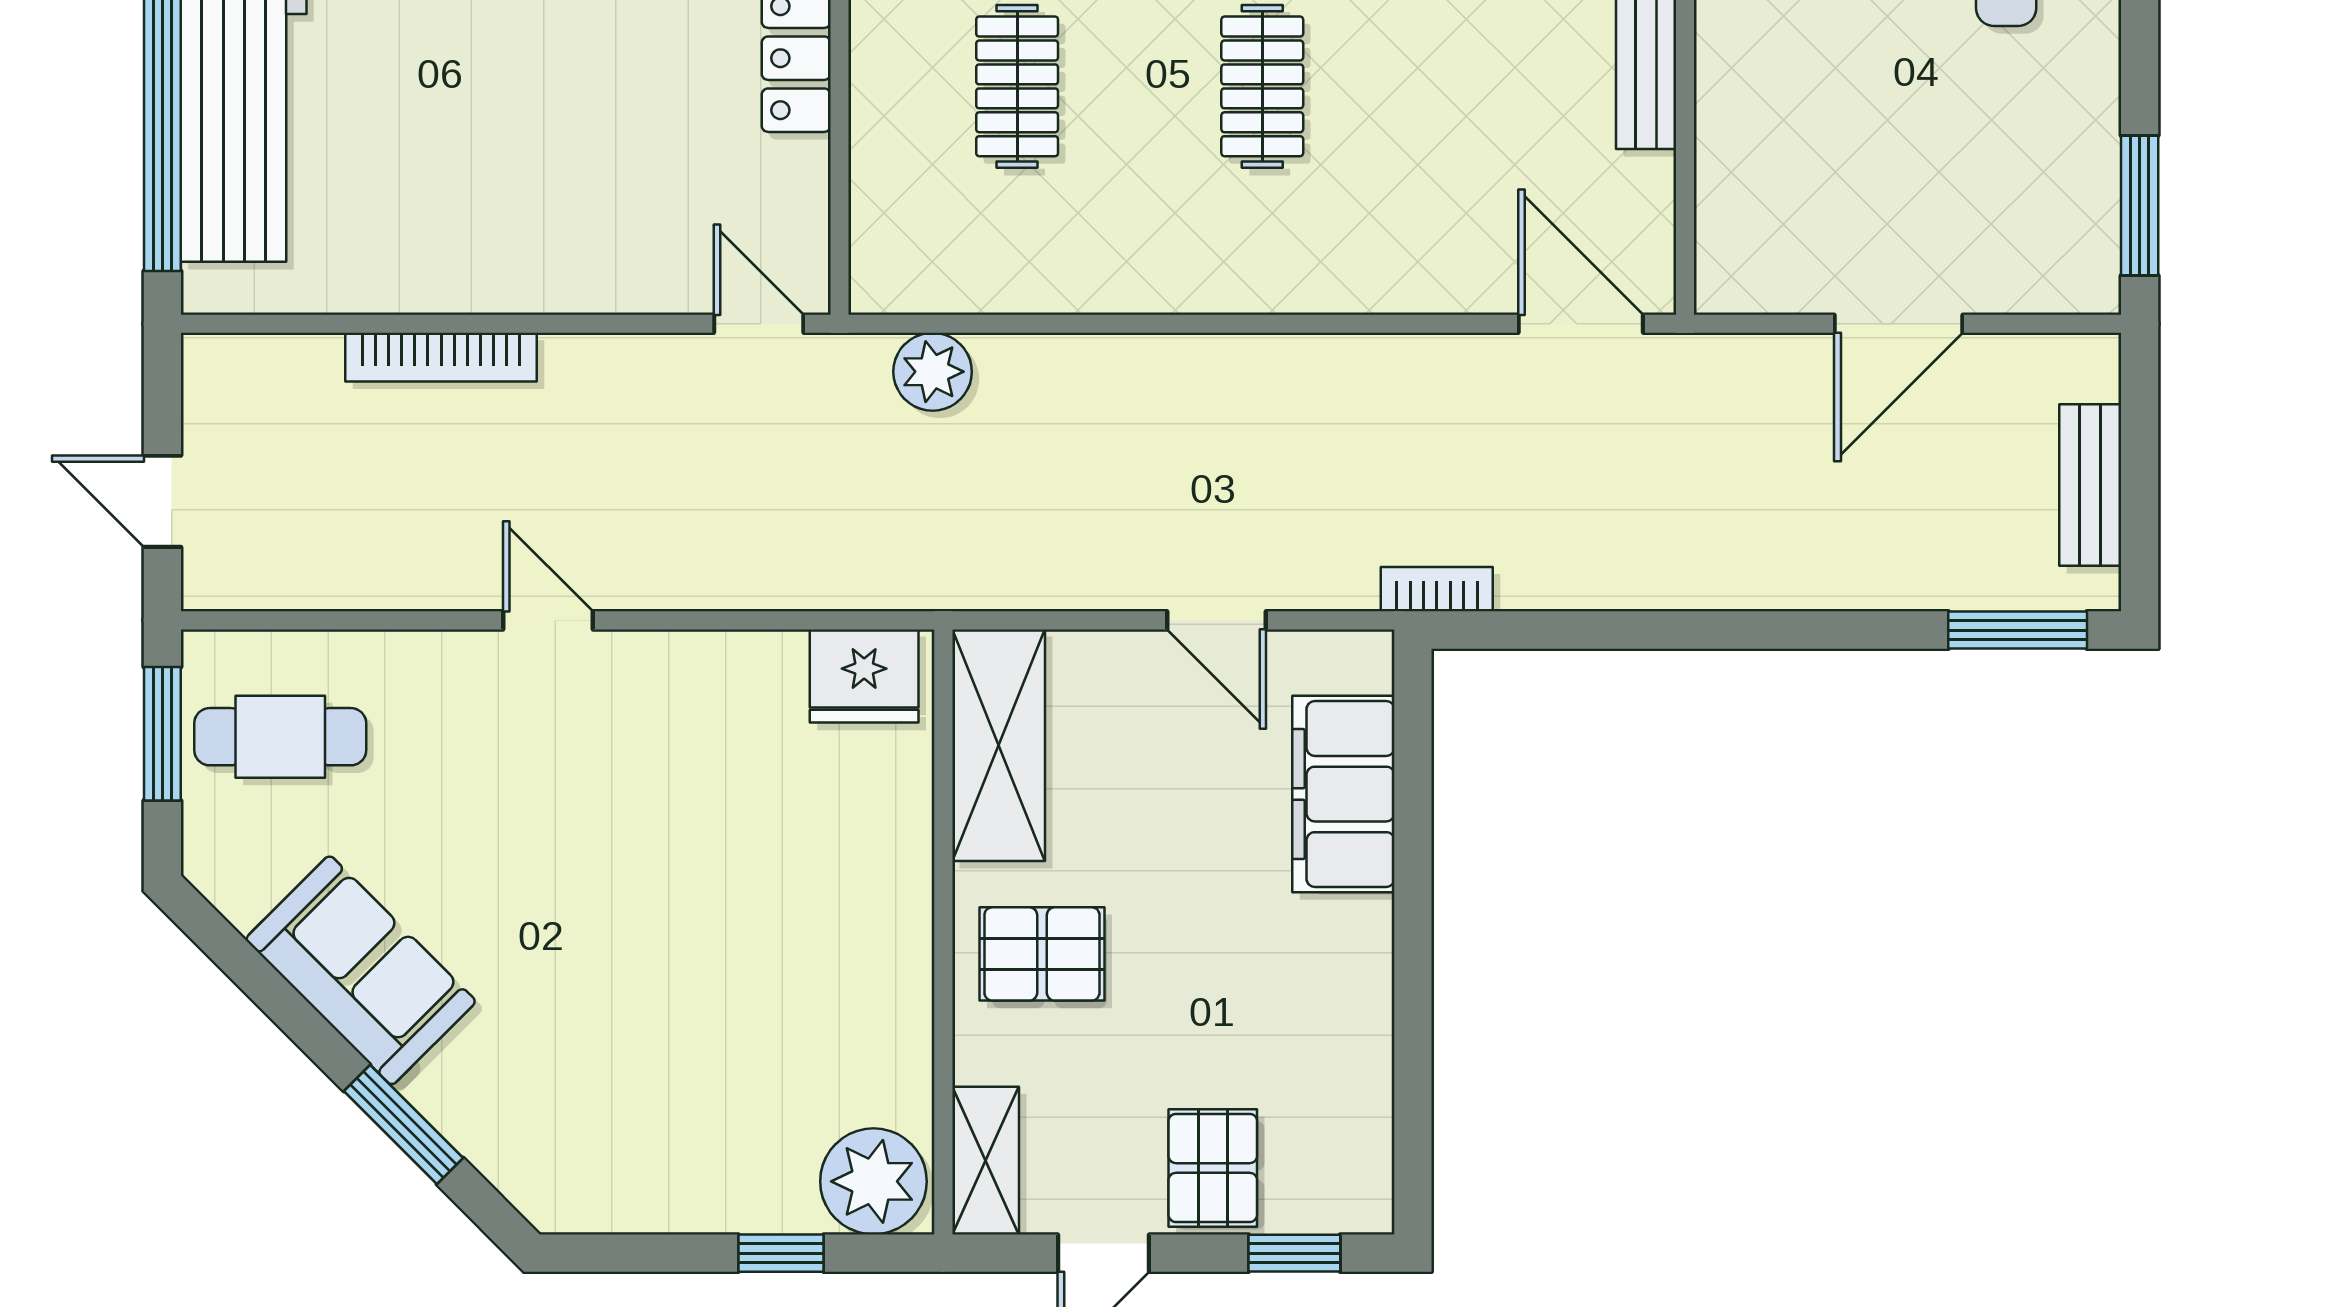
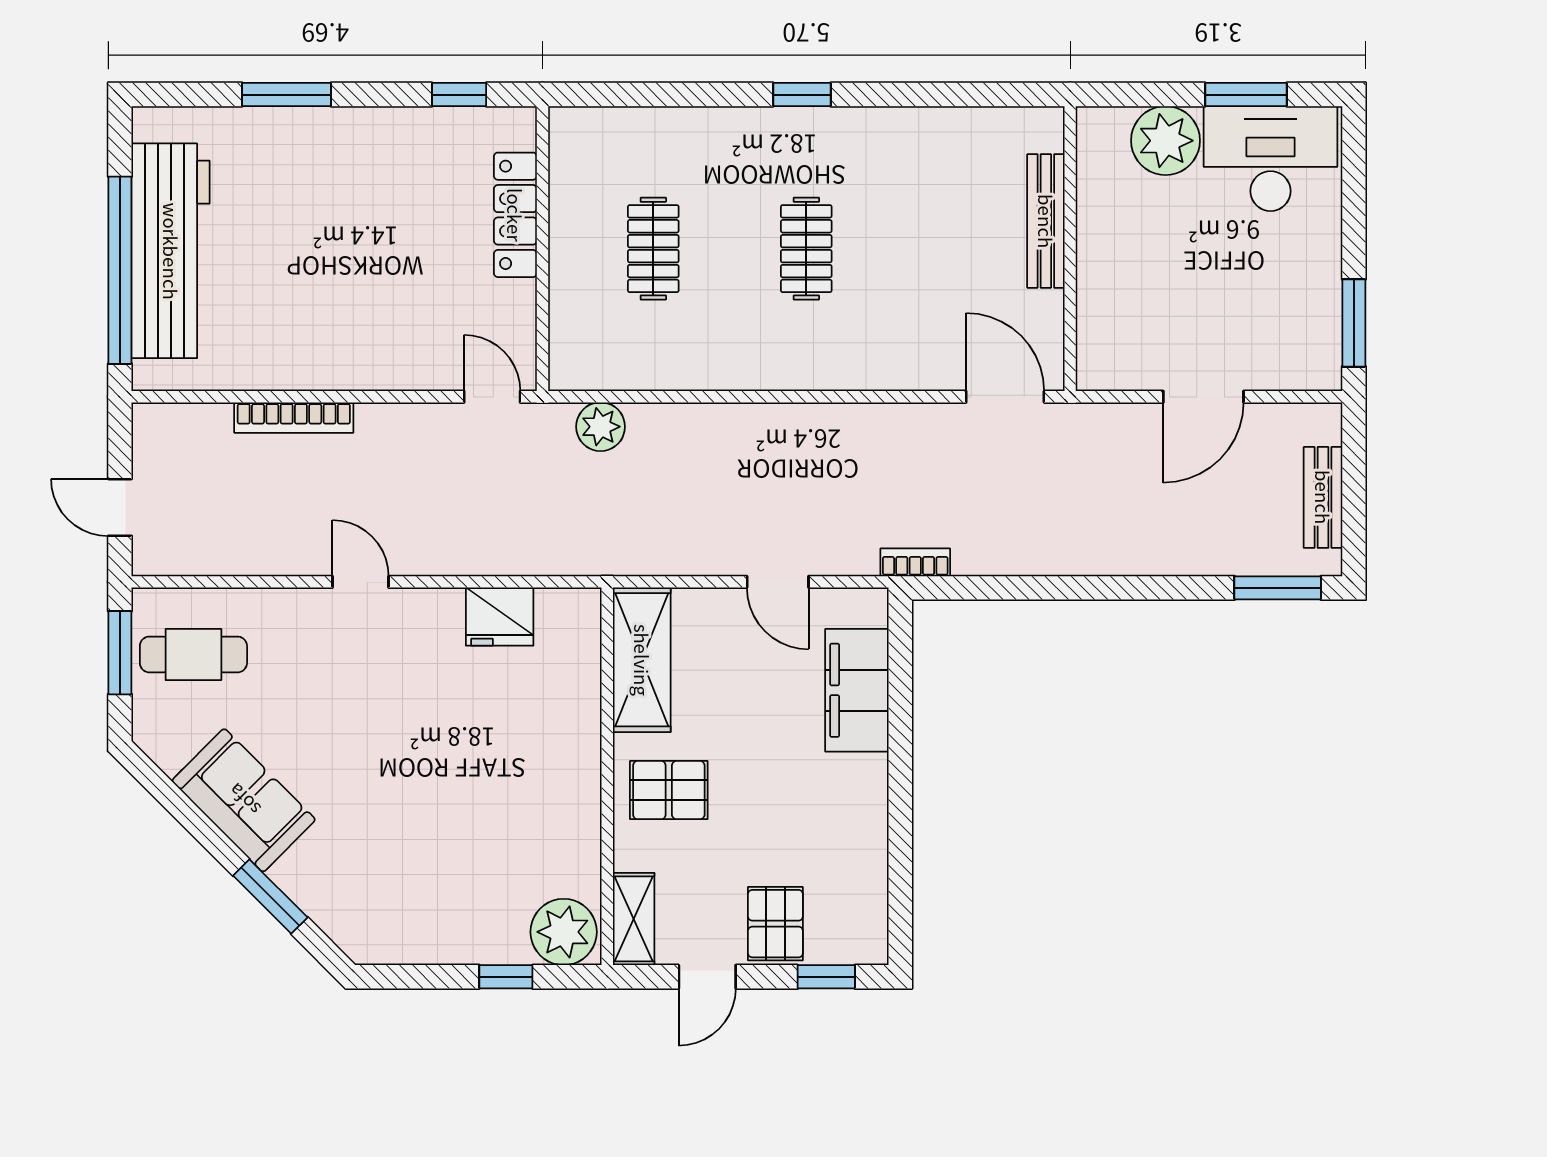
fridge: (864, 676) -> (500, 617), moved

